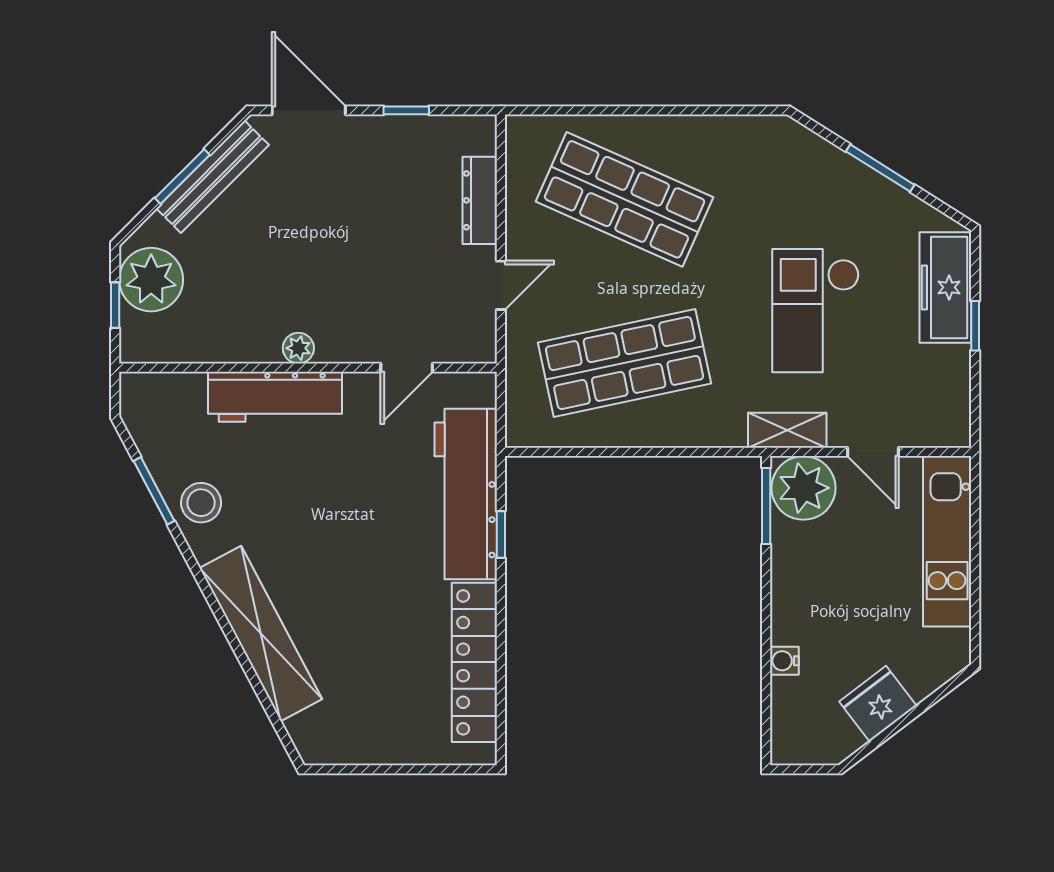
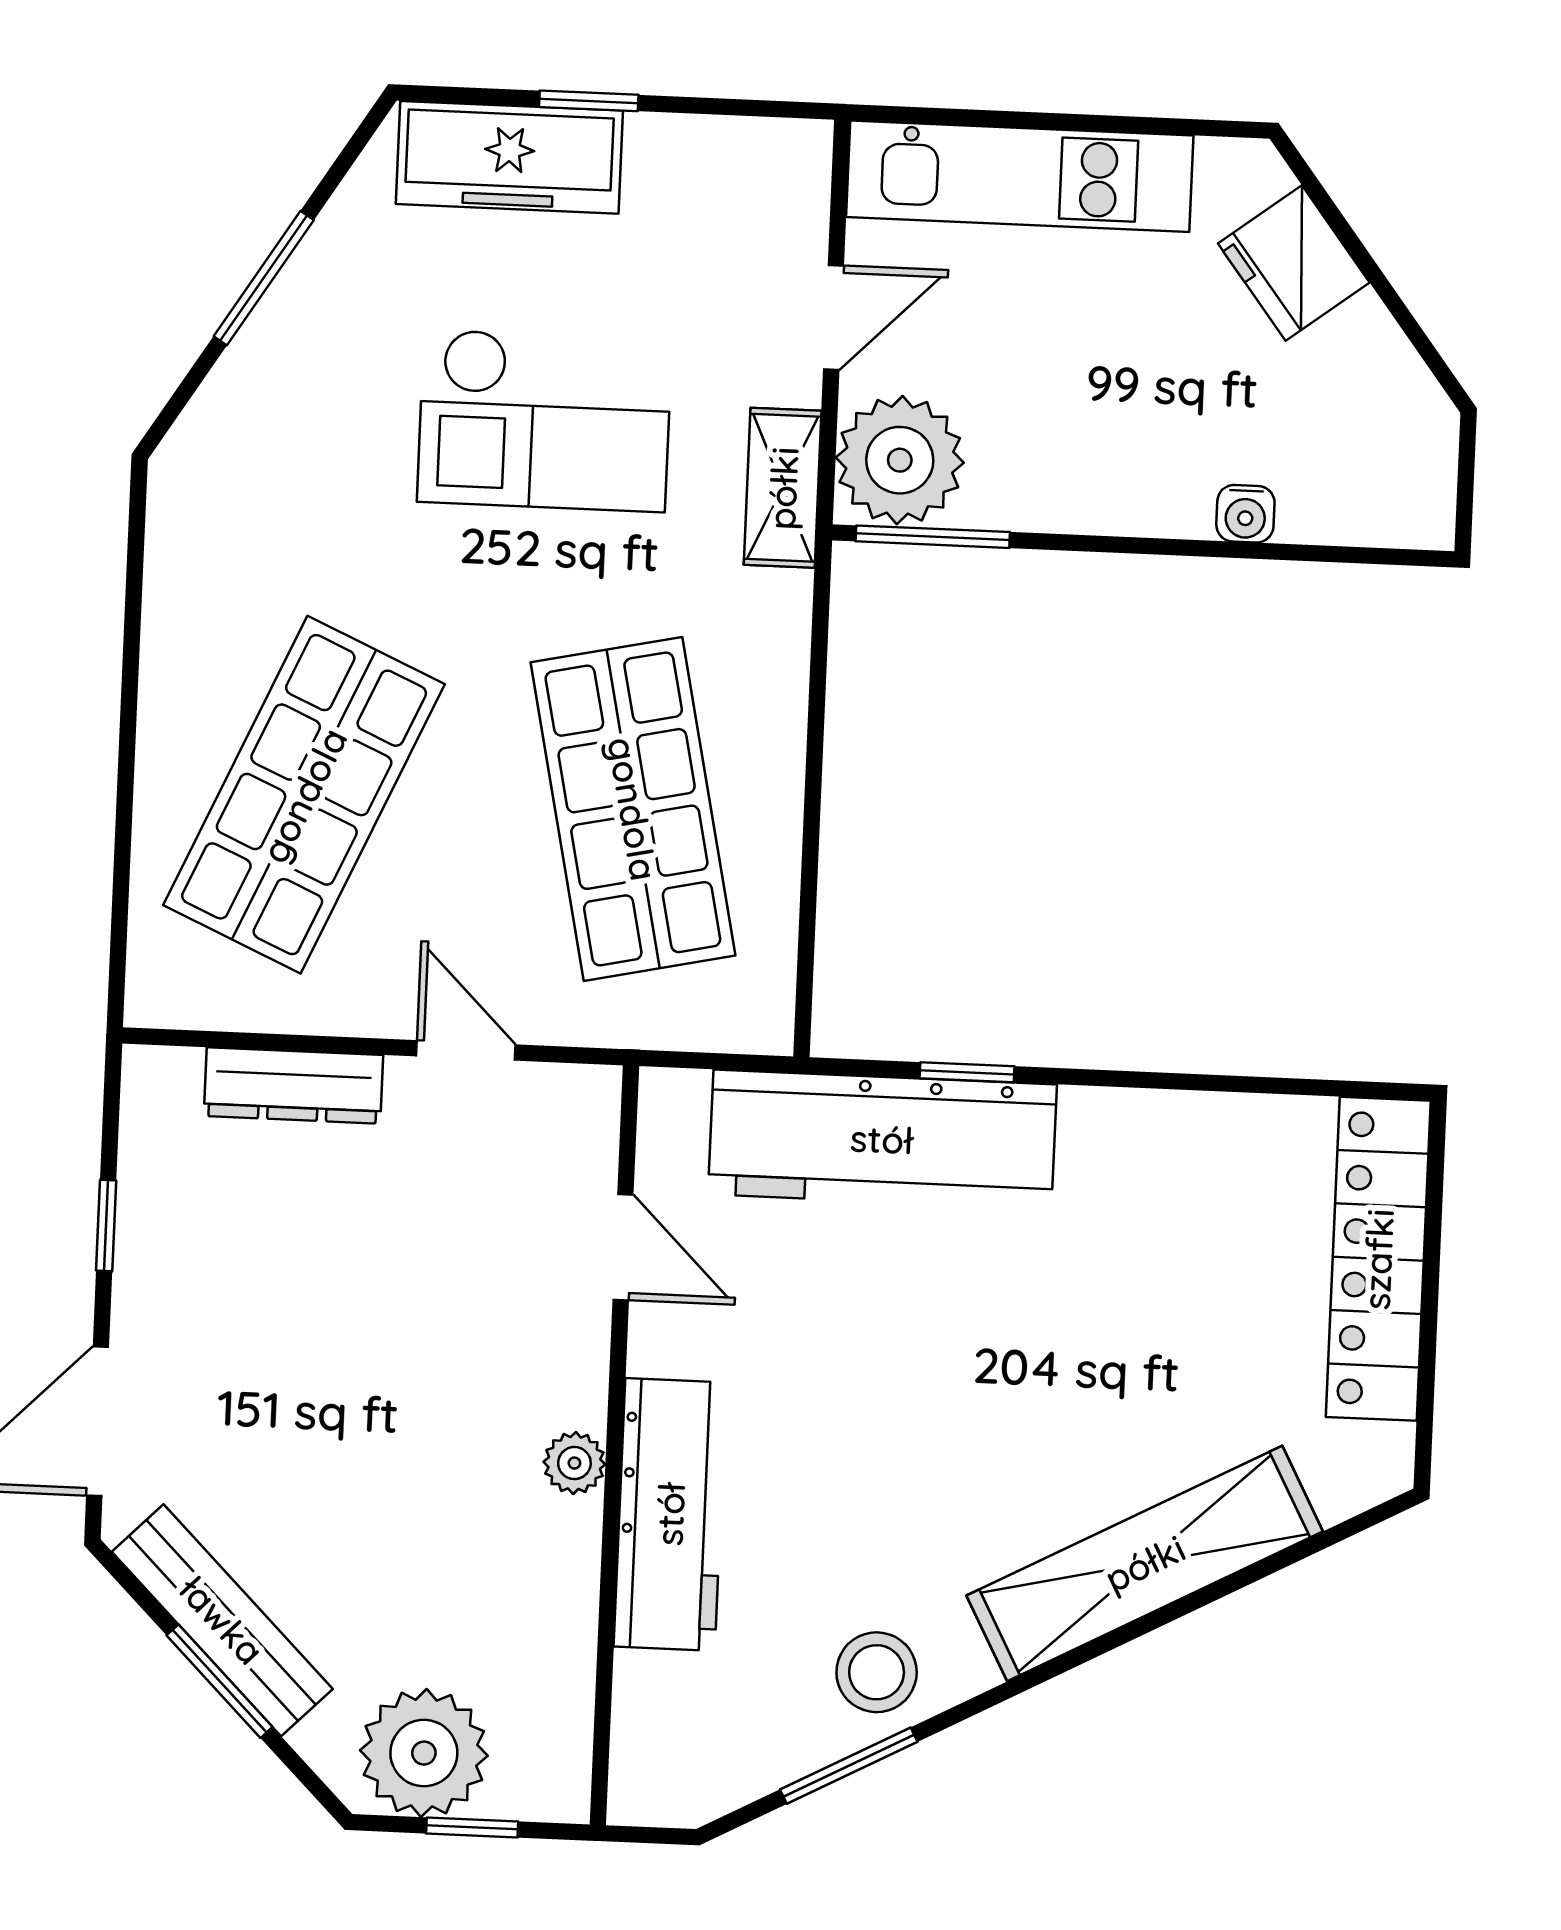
locker: (474, 662) -> (1378, 1259), moved, turned 90
fridge: (878, 704) -> (1294, 263), moved

